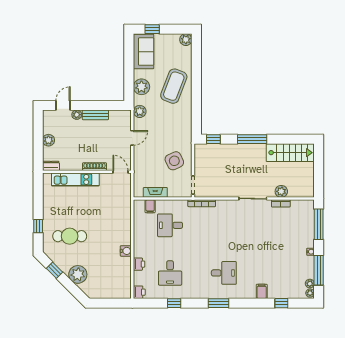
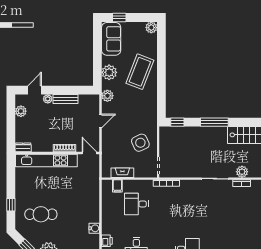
plant: (48, 140) -> (21, 111), moved
kitchen unit: (75, 179) -> (46, 160), width x1.36

